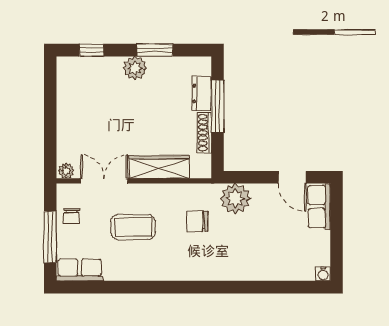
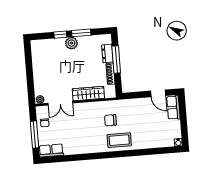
window: (92, 50) -> (60, 35), moved
double door: (104, 181) -> (60, 103), swing flipped
plant: (235, 199) -> (129, 107), removed
coffee table: (133, 227) -> (119, 140), moved

